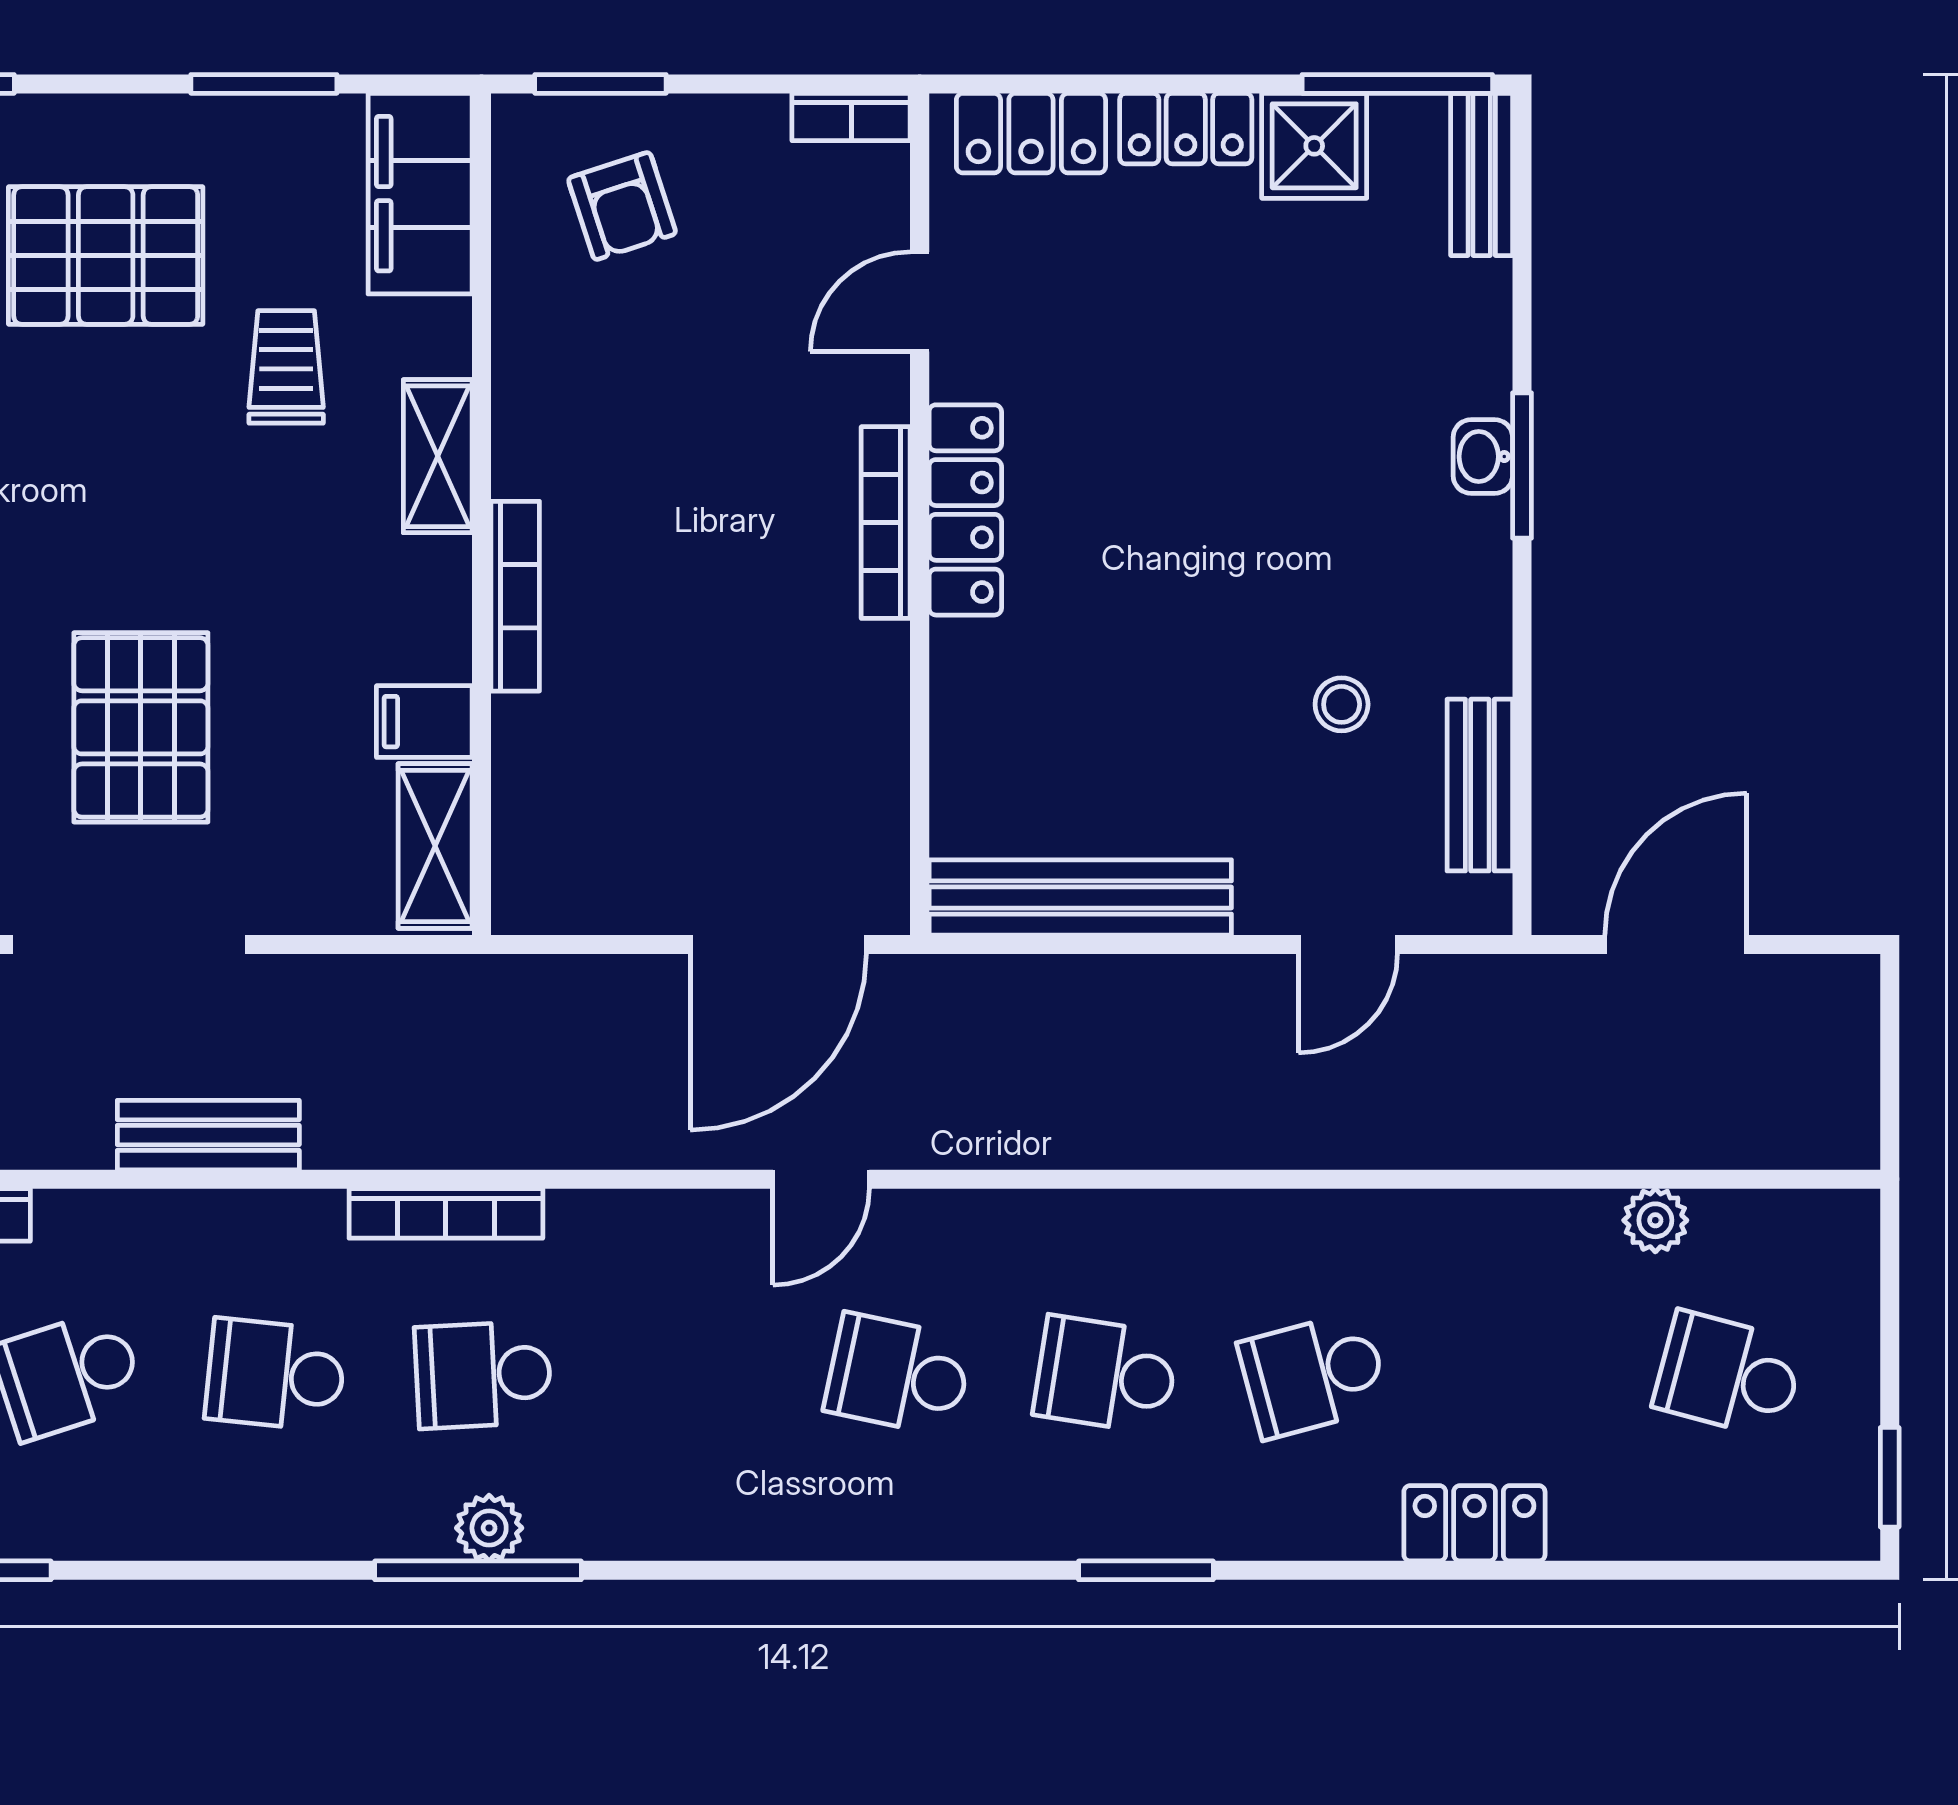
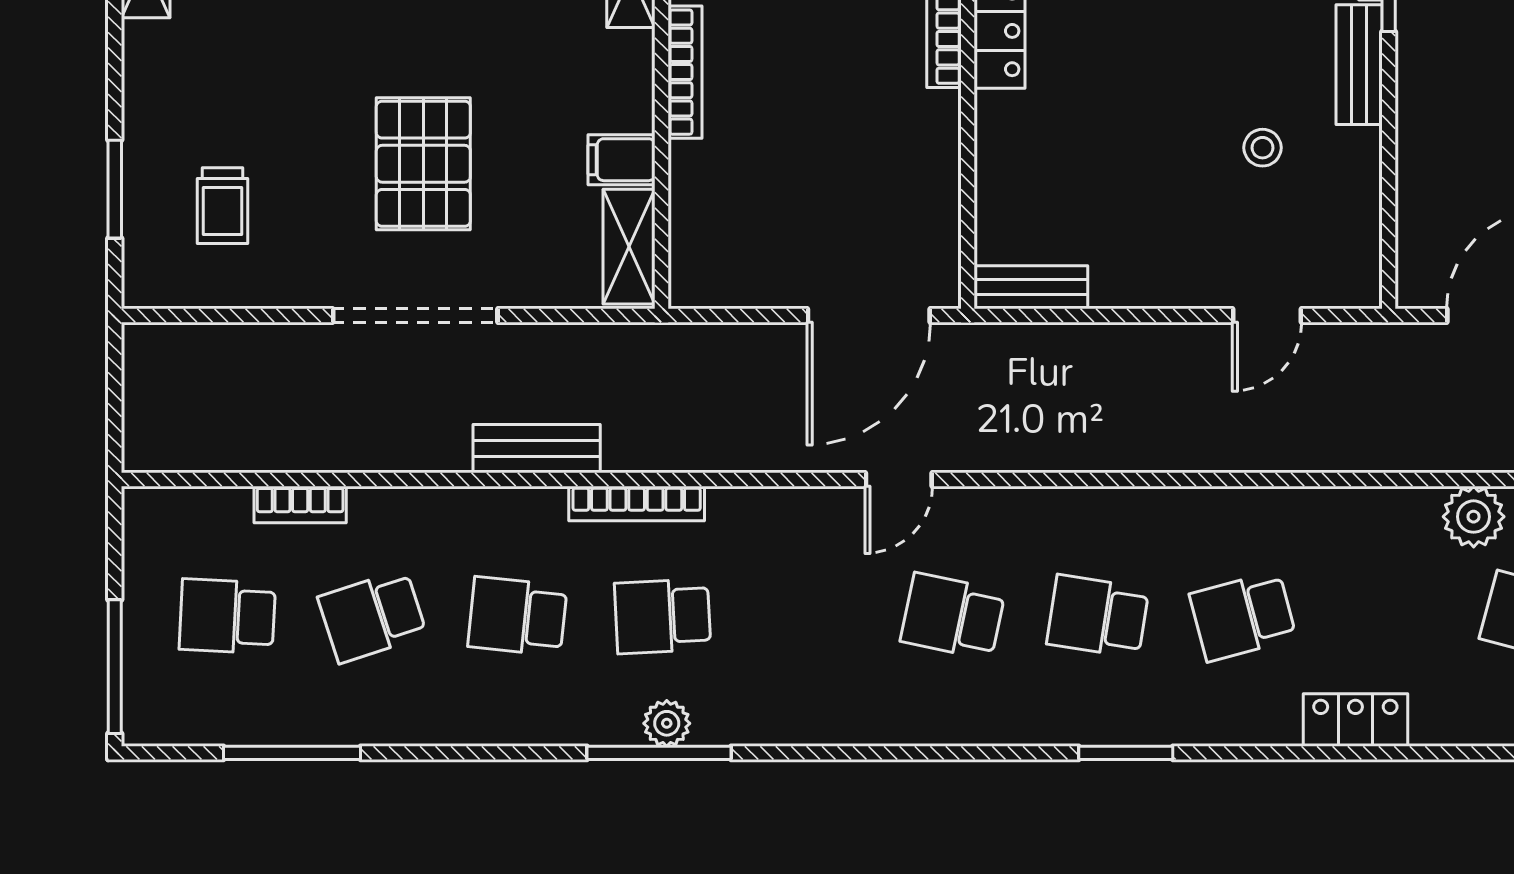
bench: (1480, 785) -> (1359, 65), moved
bench: (1080, 897) -> (1031, 287), width x0.54, depth x0.82
bench: (208, 1135) -> (537, 449), moved
plant: (1655, 1220) -> (1474, 517), width x1.38, depth x1.38

